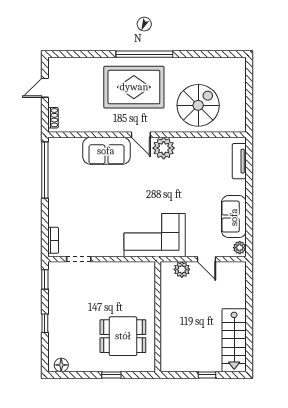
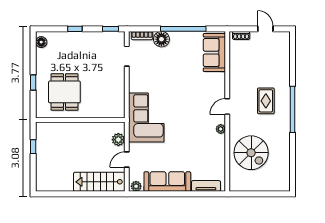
rug: (134, 87) -> (266, 101), width x0.54, depth x0.49
plant: (164, 148) -> (221, 129), width x0.53, depth x0.53
sofa: (106, 151) -> (214, 53), moved
window: (45, 170) -> (183, 29), moved
floor lamp: (58, 216) -> (161, 39), added
sofa: (234, 217) -> (167, 182), width x1.36
stairs: (234, 340) -> (99, 182), moved
window: (207, 375) -> (33, 147), moved

